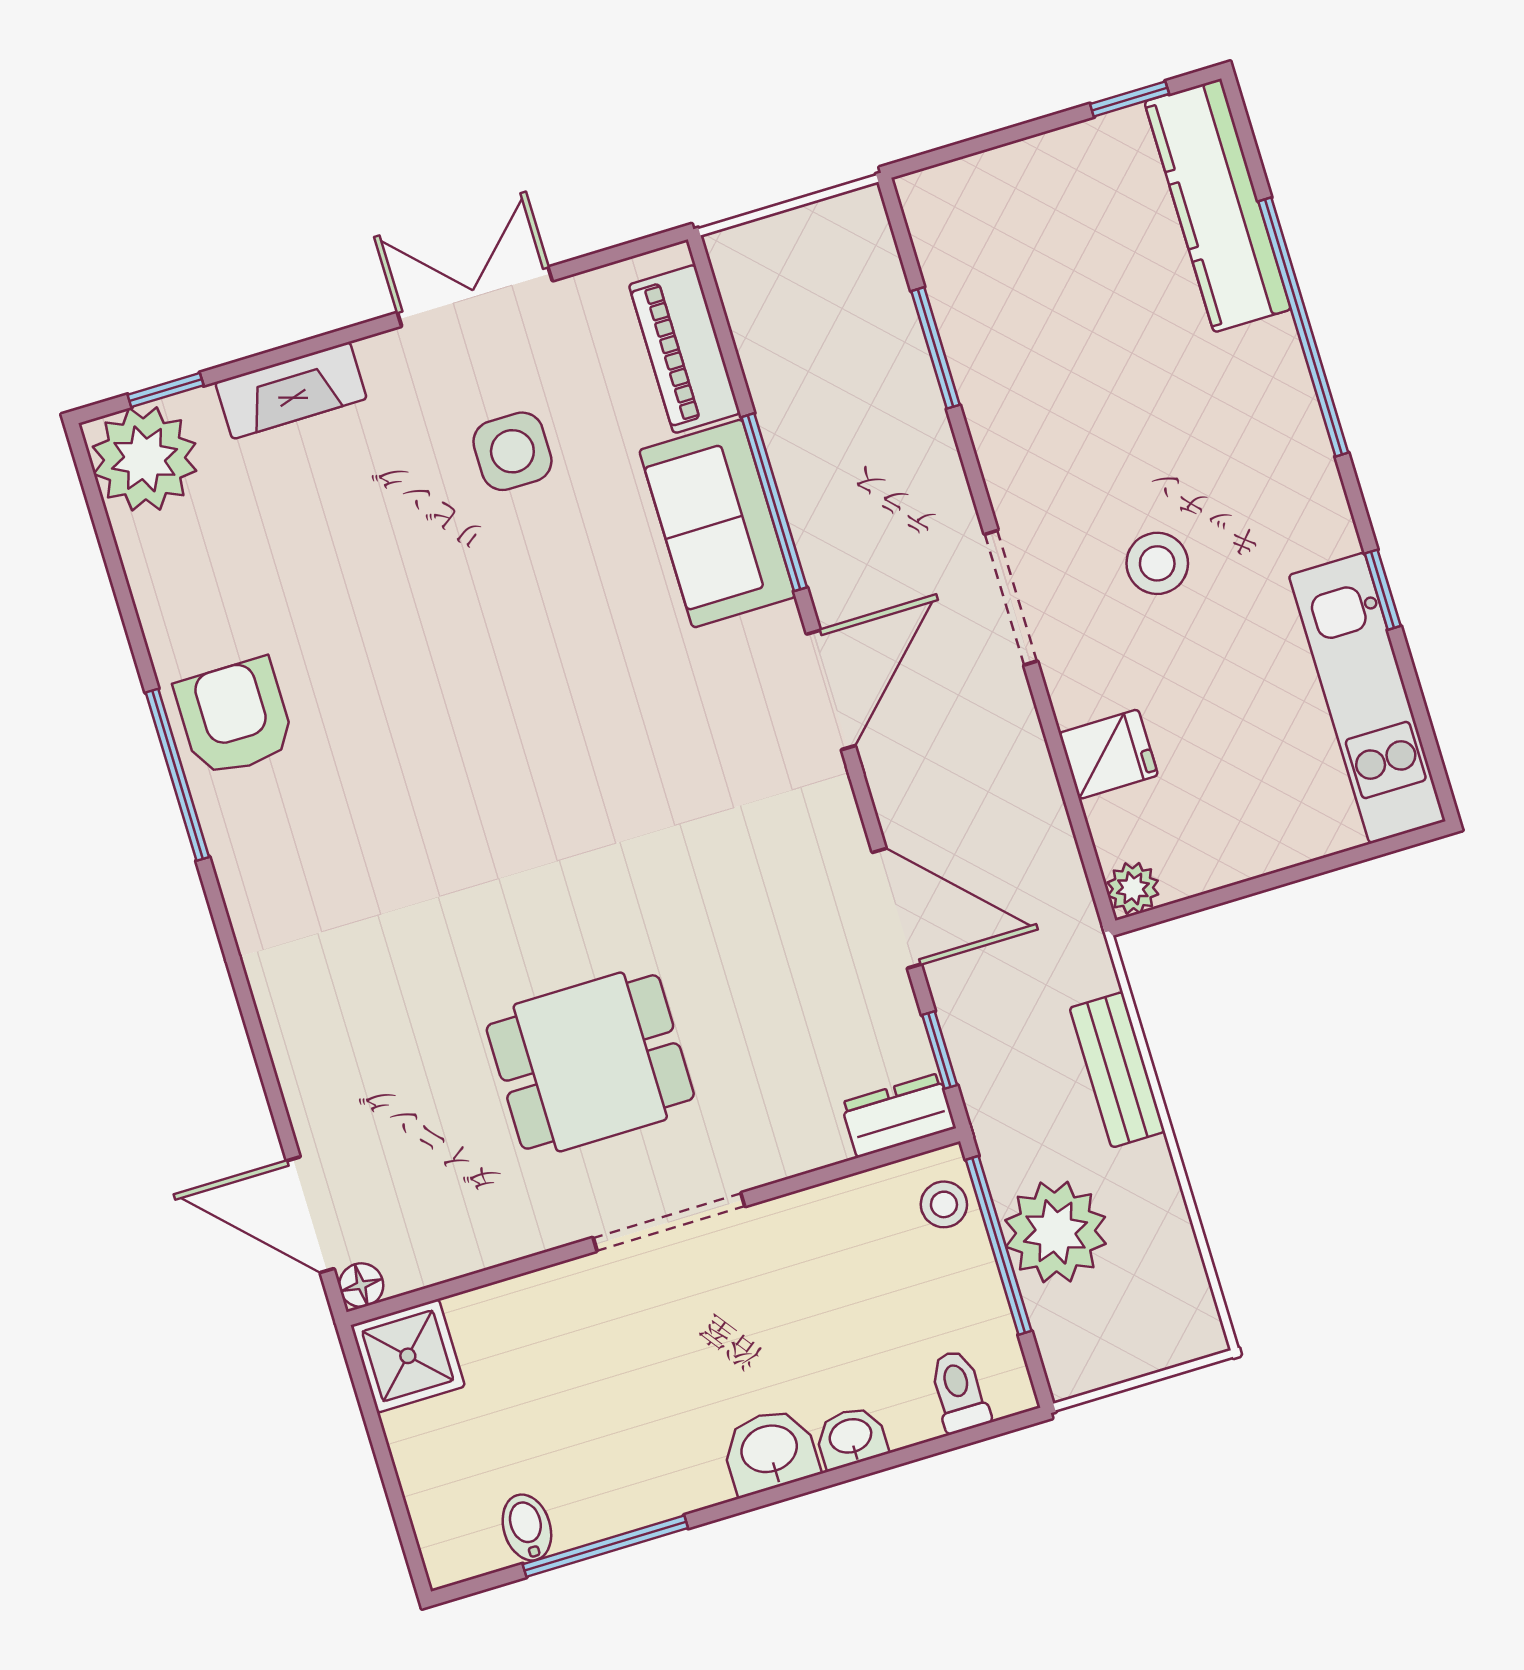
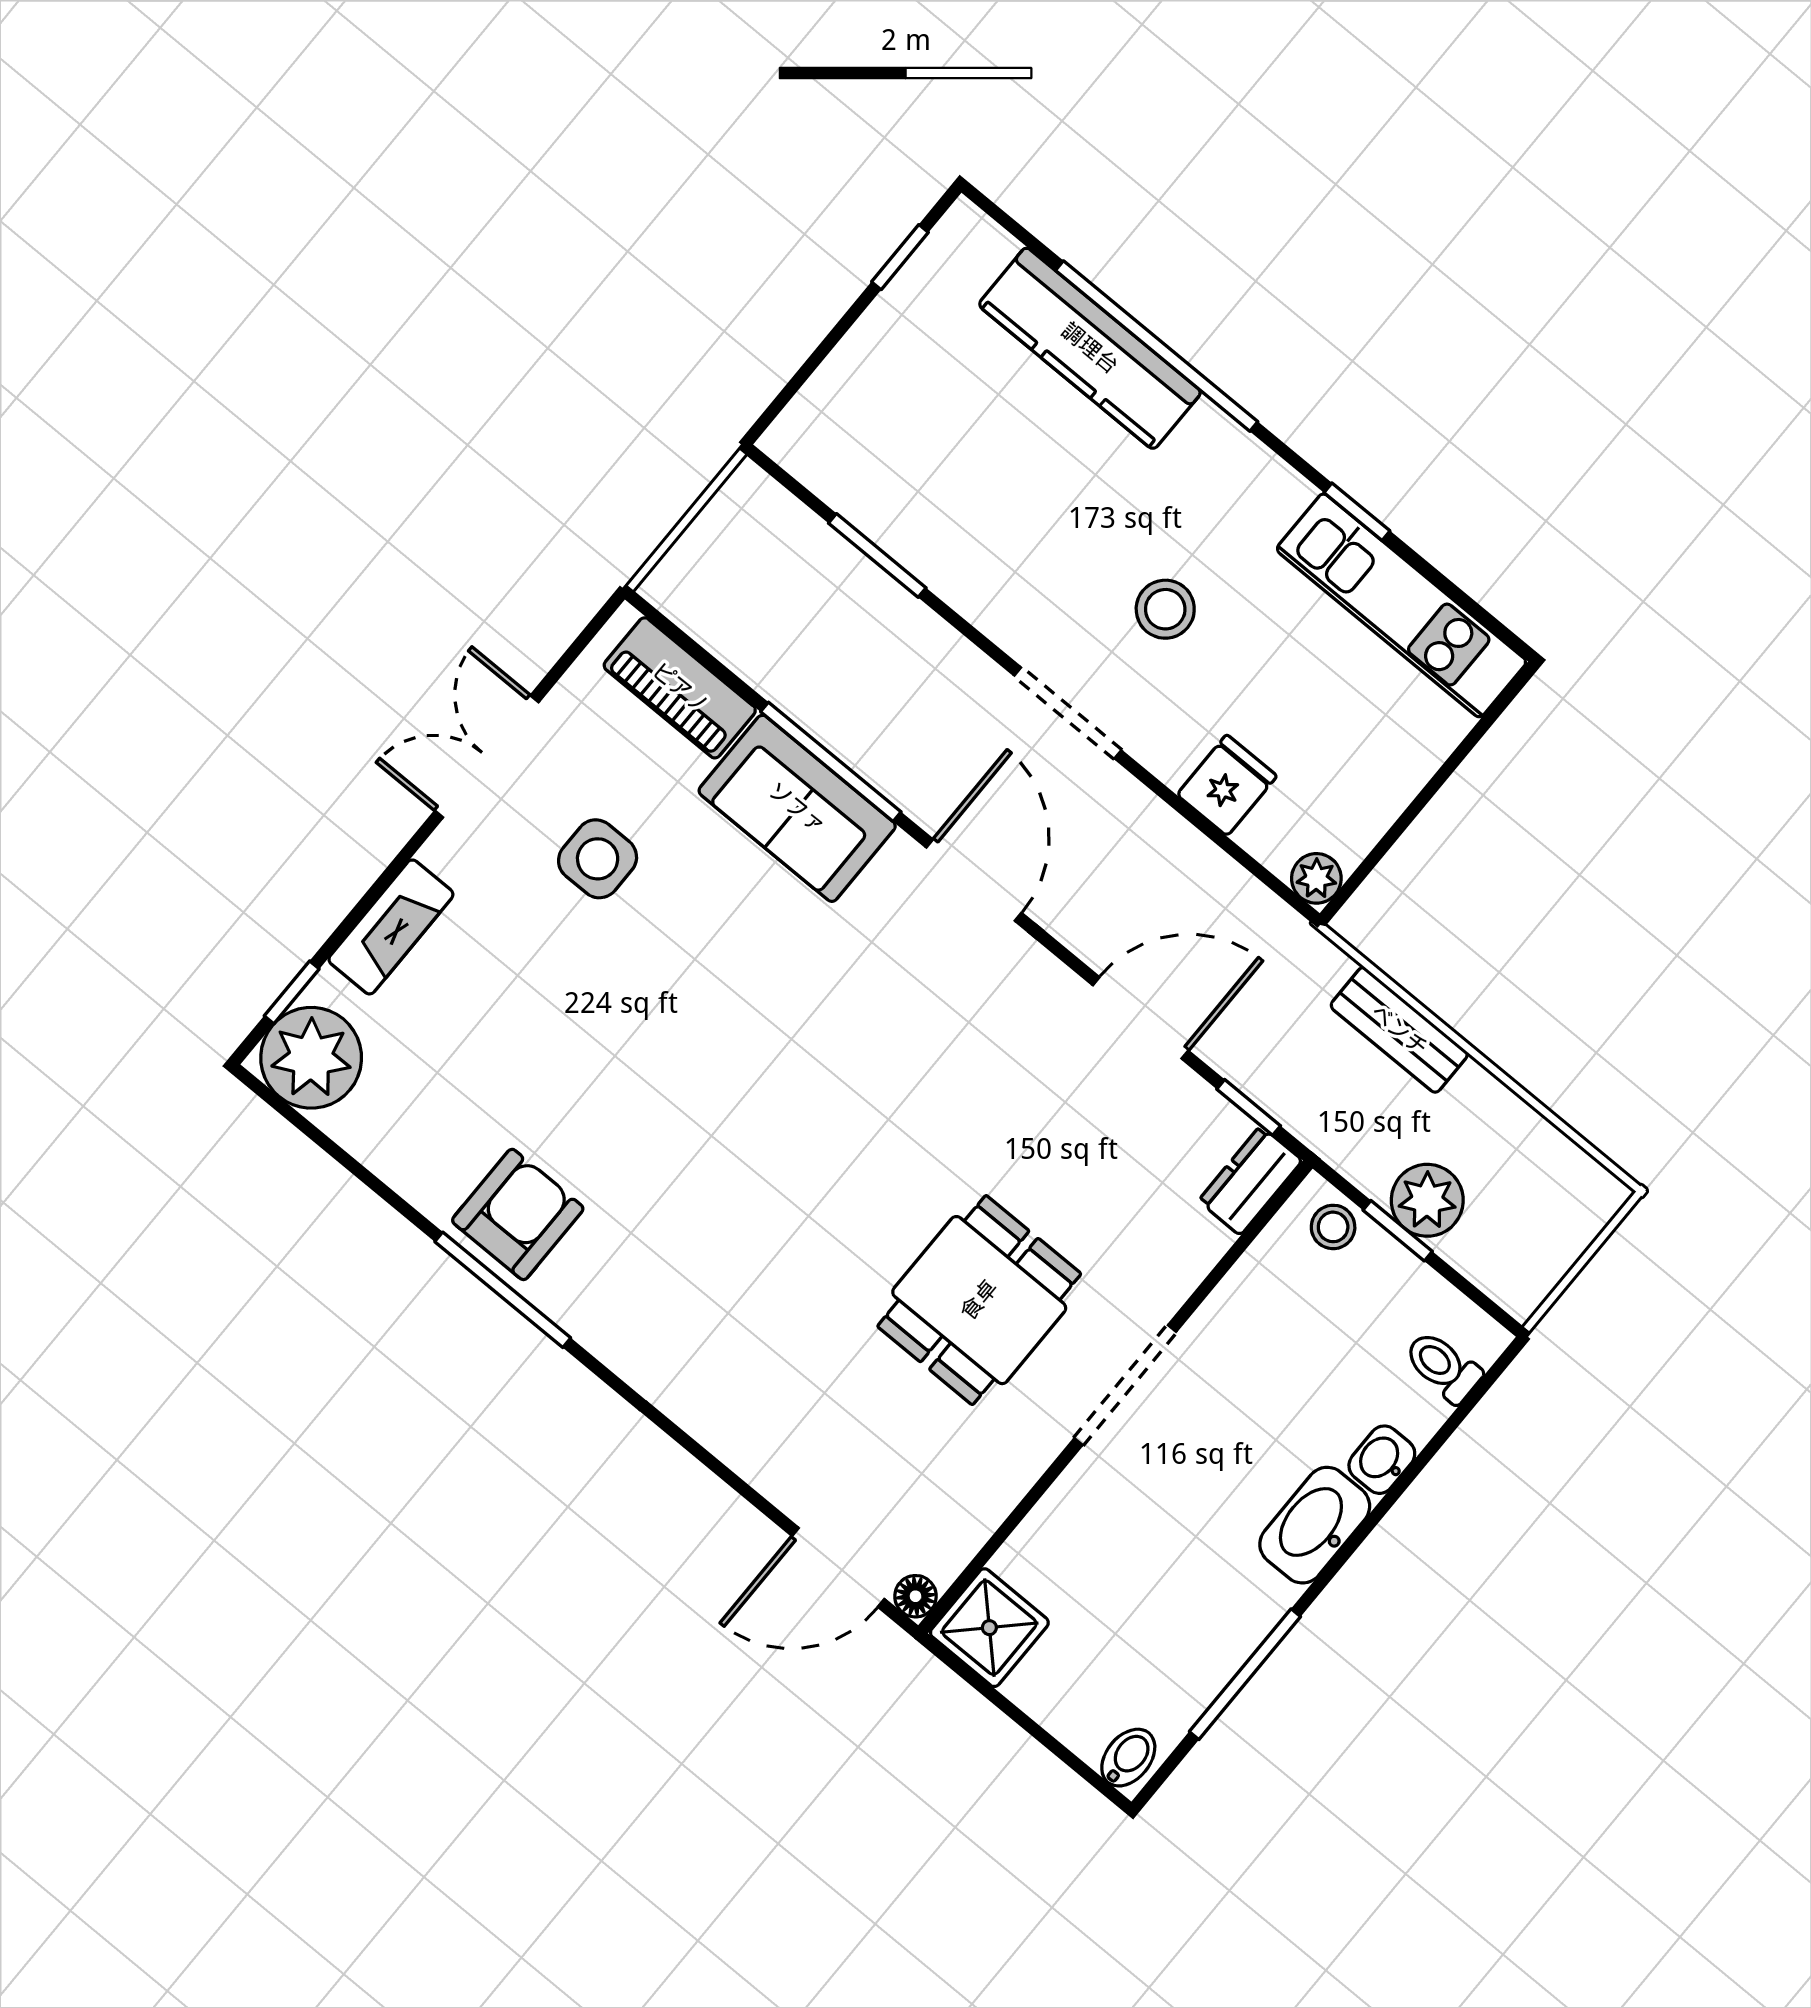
kitchen counter: (1218, 205) -> (1090, 348), moved
armchair: (235, 717) -> (518, 1214), turned 90
plant: (1056, 1232) -> (1427, 1200), width x0.73, depth x0.73
window: (999, 1245) -> (1398, 1231), width x0.46
washbasin: (770, 1451) -> (1315, 1525), width x1.38
bidet: (527, 1527) -> (1128, 1758), moved, turned 90

